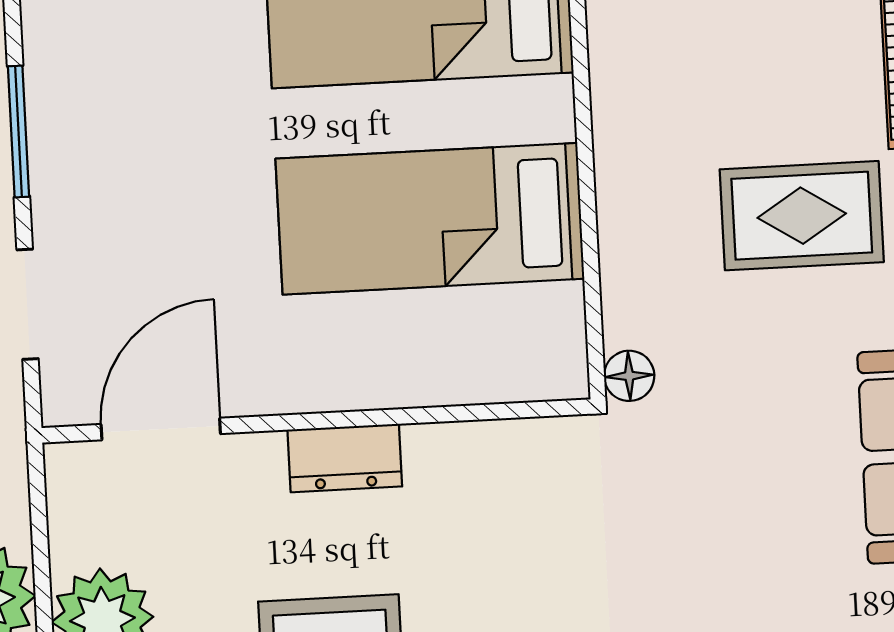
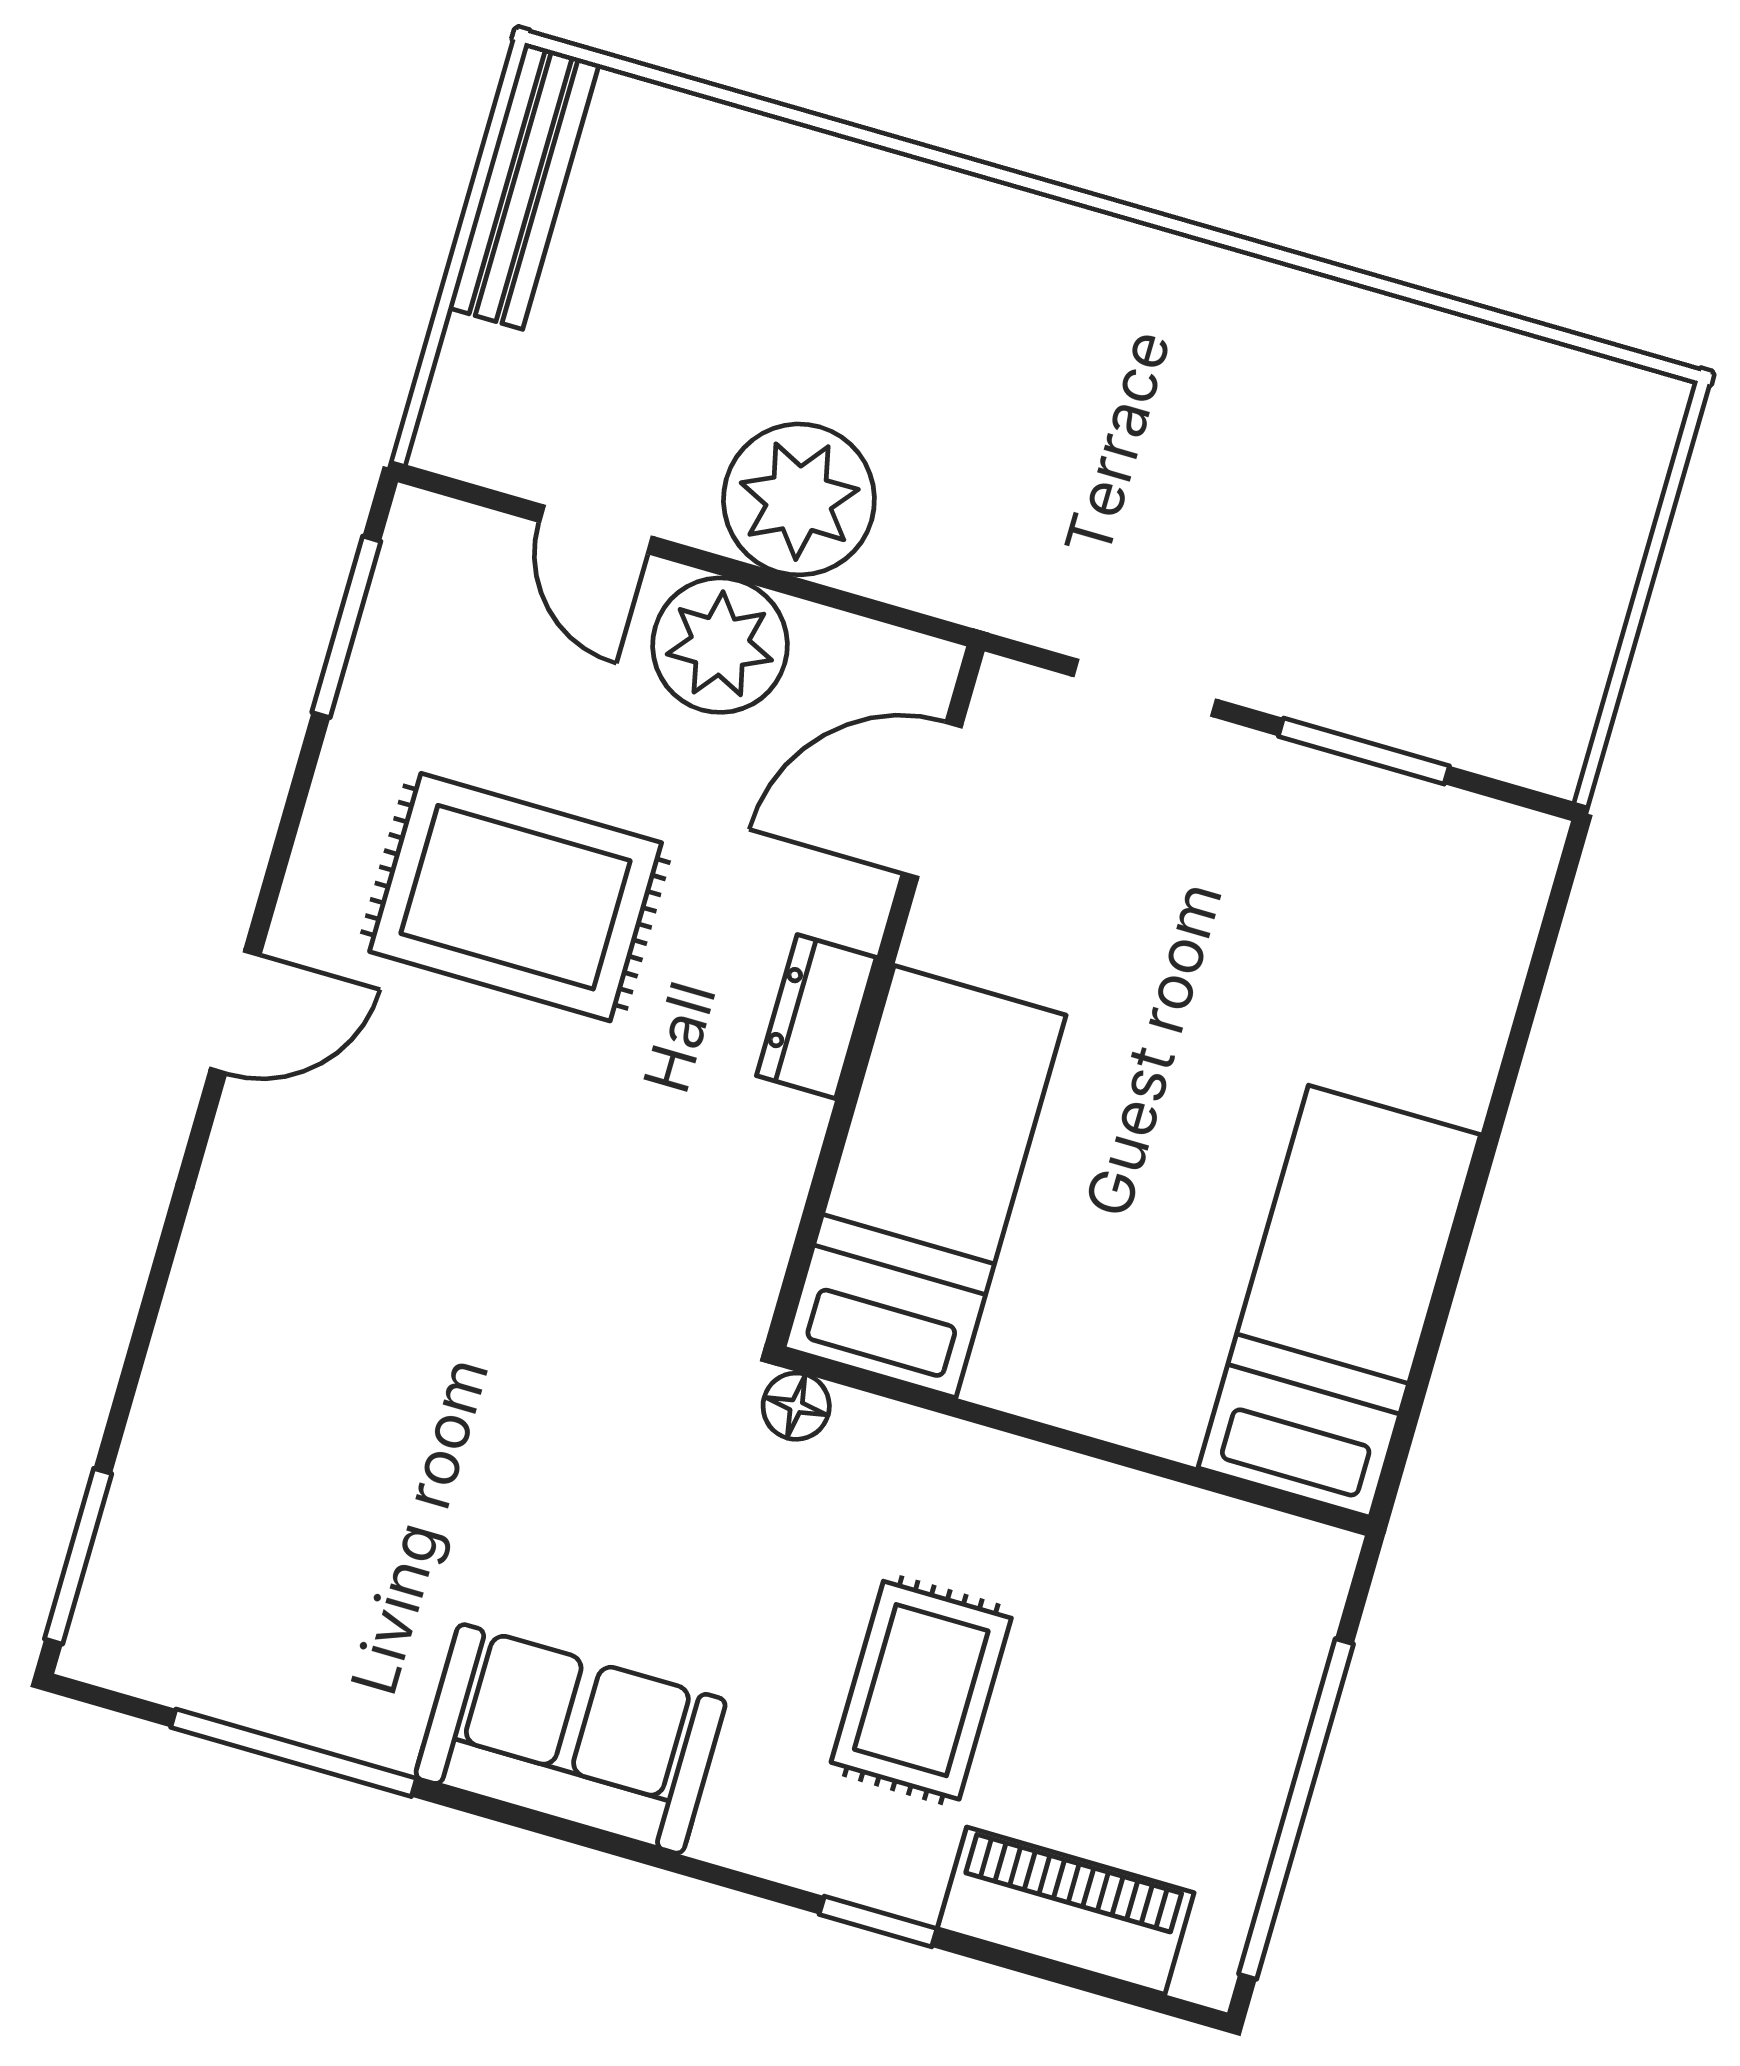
bed: (430, 219) -> (925, 1182), moved
door: (161, 429) -> (932, 800), swing flipped

